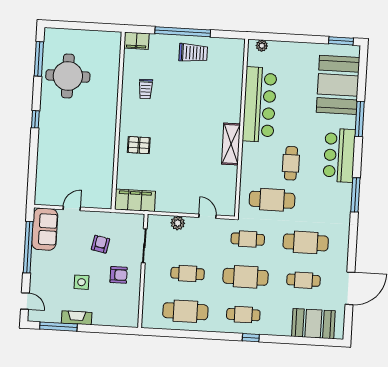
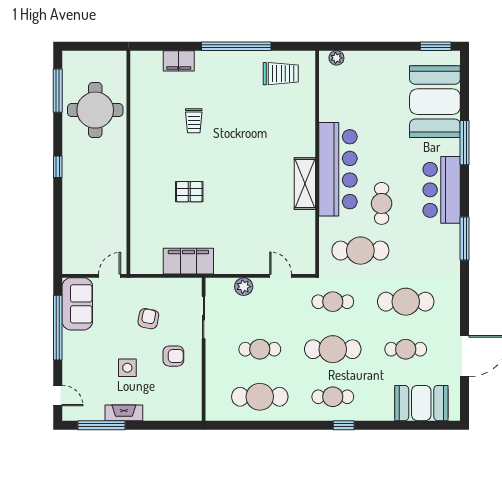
trolley: (193, 53) -> (281, 74), moved
bar counter: (260, 105) -> (338, 169), moved
wall: (118, 121) -> (128, 162), moved

